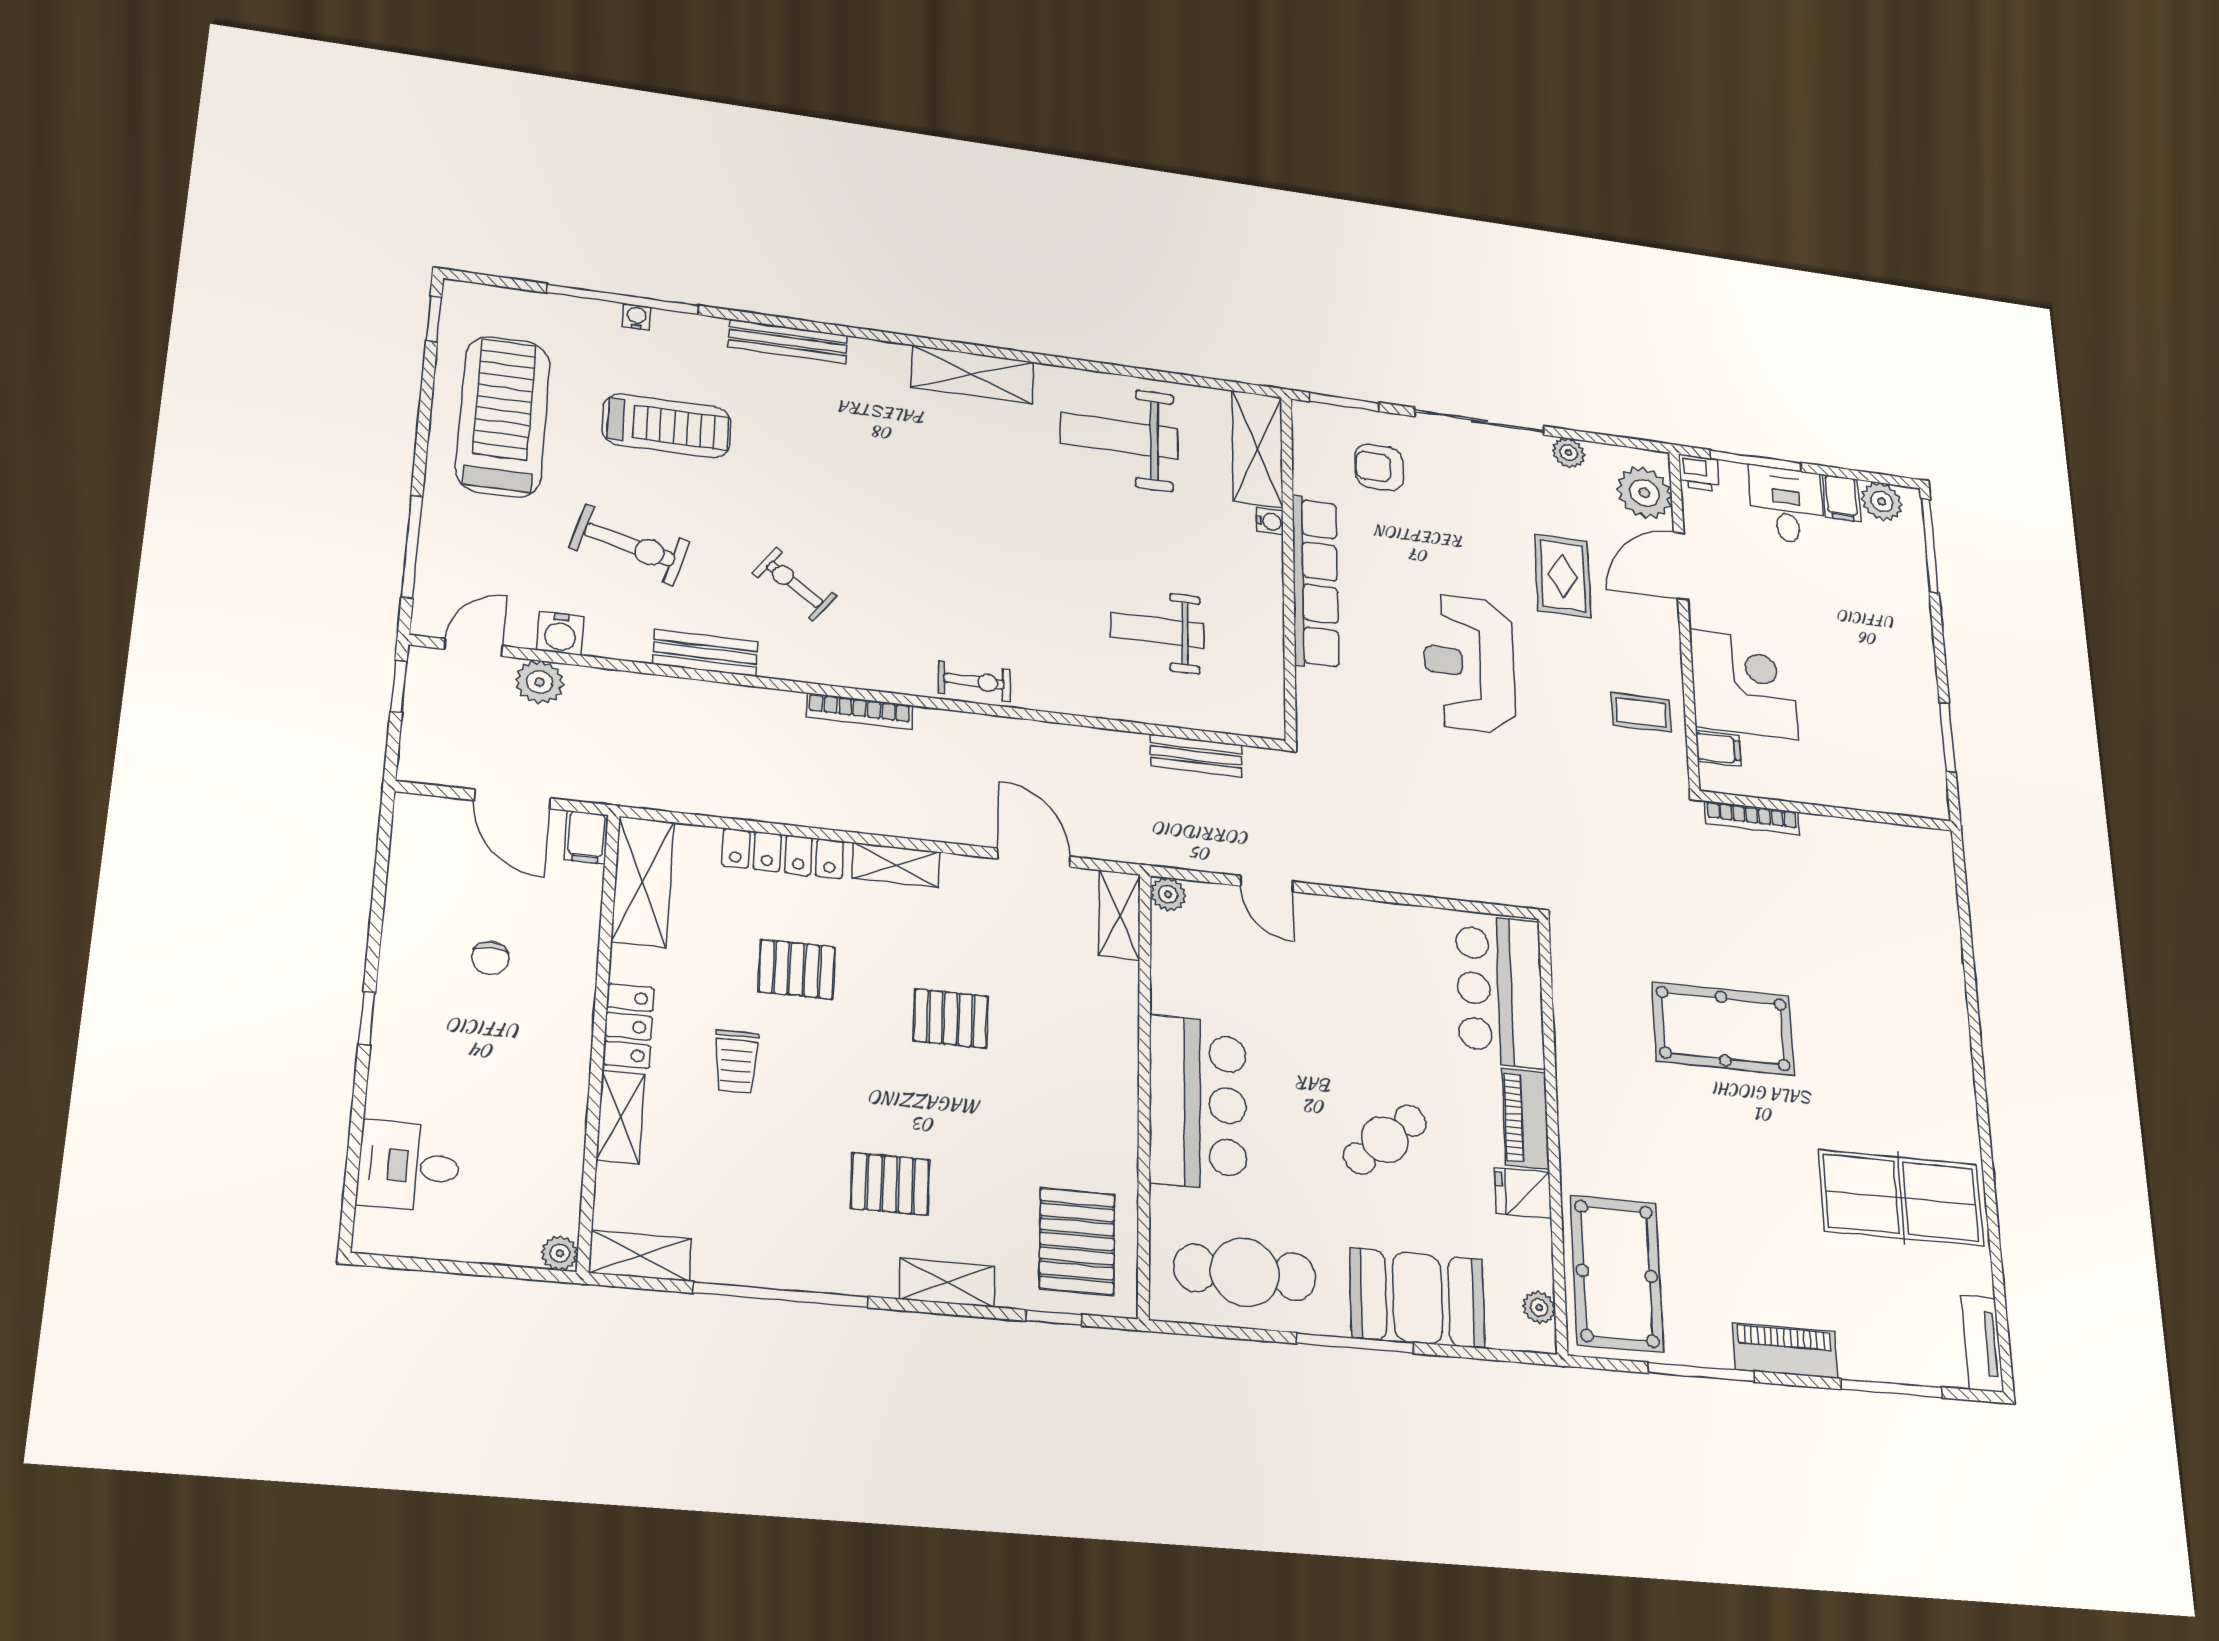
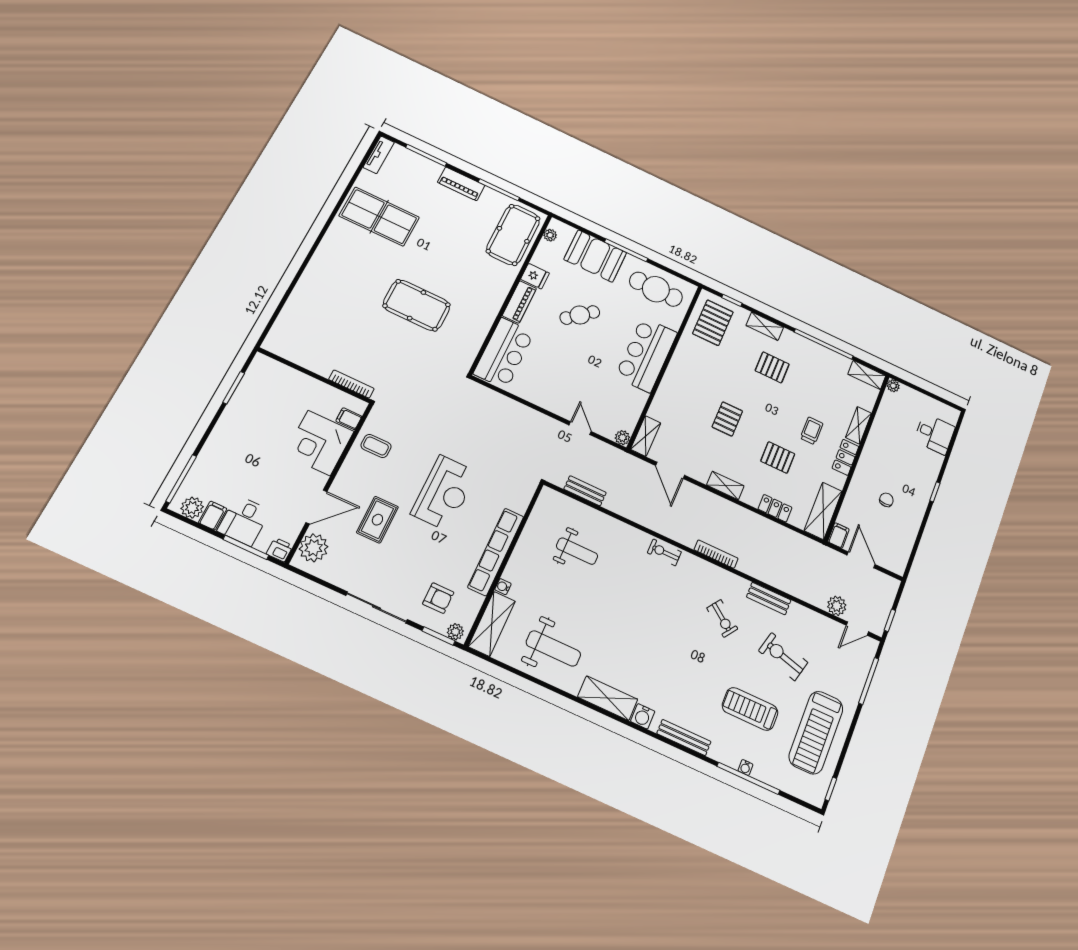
plant: (1569, 453) -> (455, 632), moved
water cooler: (560, 633) -> (643, 716), moved, turned 180
locker: (783, 854) -> (775, 508), width x0.66
pallet: (951, 1018) -> (727, 419), turned 90

